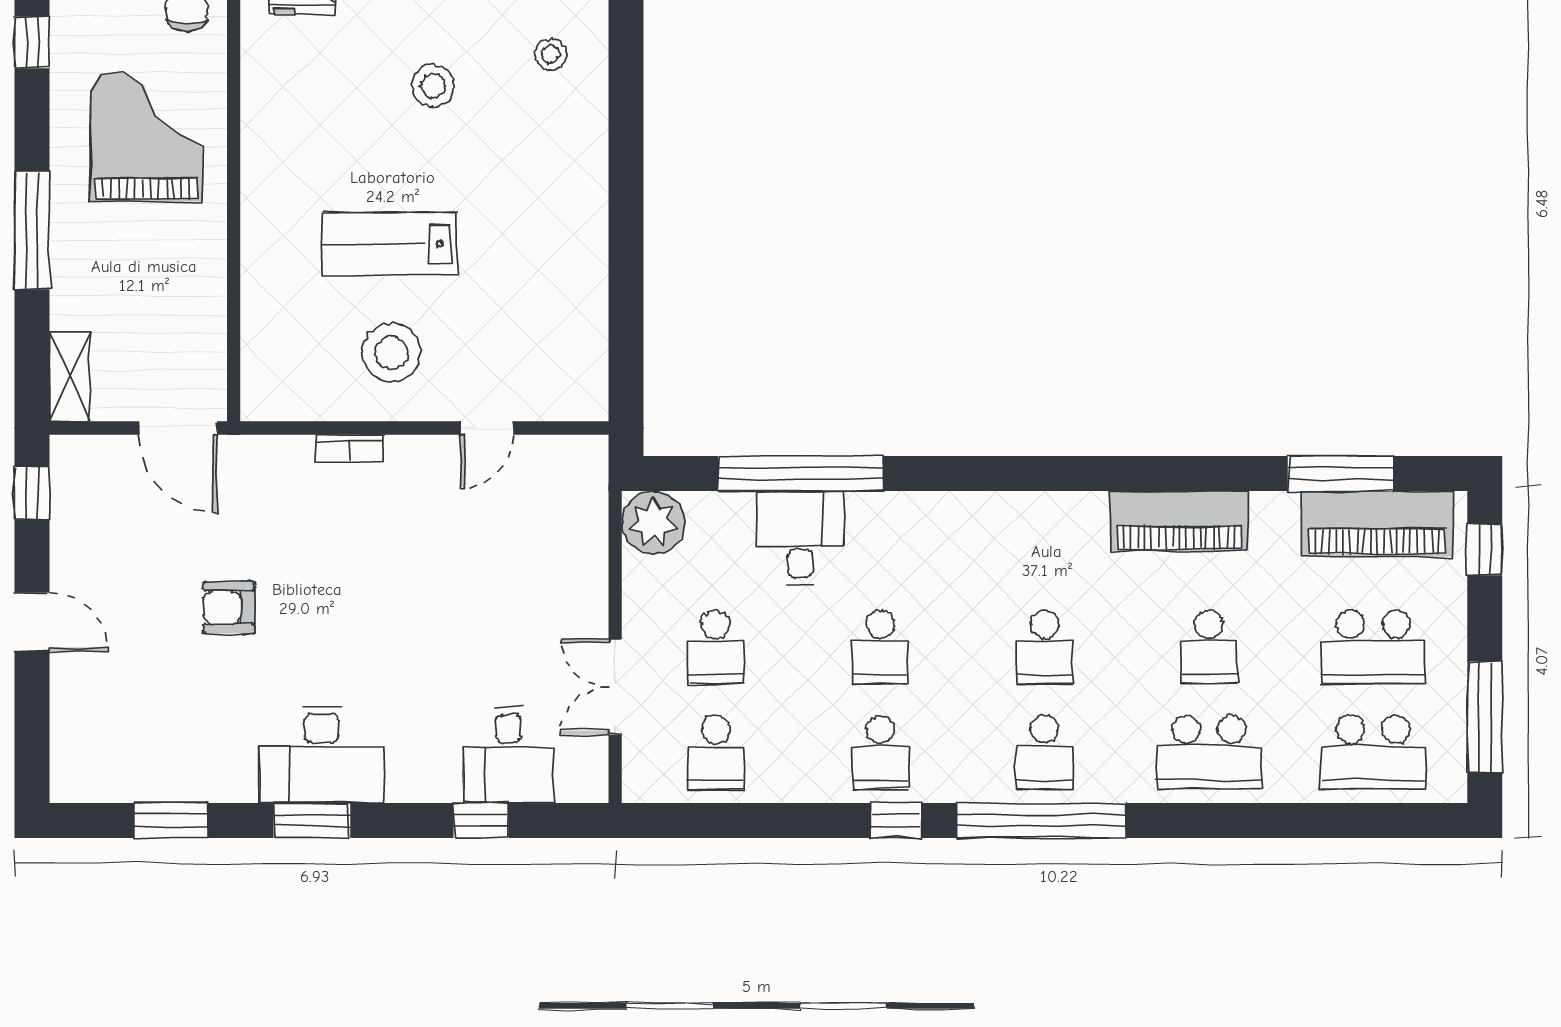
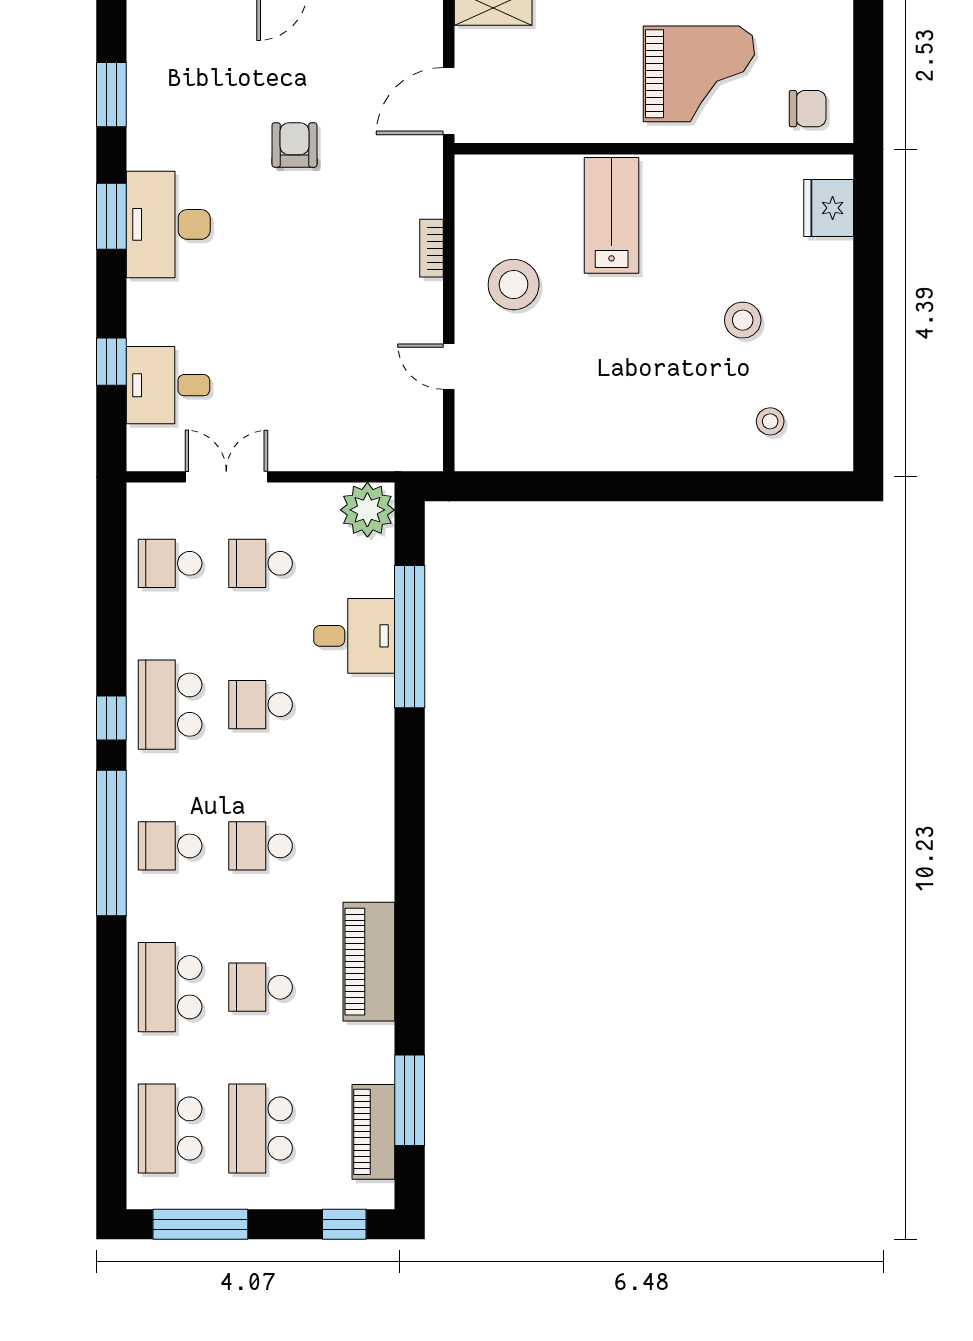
lab bench: (389, 244) -> (612, 215), moved
piano: (1377, 524) -> (373, 1132), width x0.73, depth x0.75
school desk: (880, 752) -> (170, 705), width x1.85

